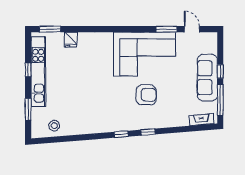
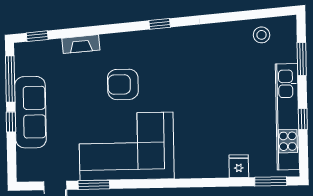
fireplace: (201, 120) -> (81, 44), moved
window: (148, 132) -> (37, 36), moved

